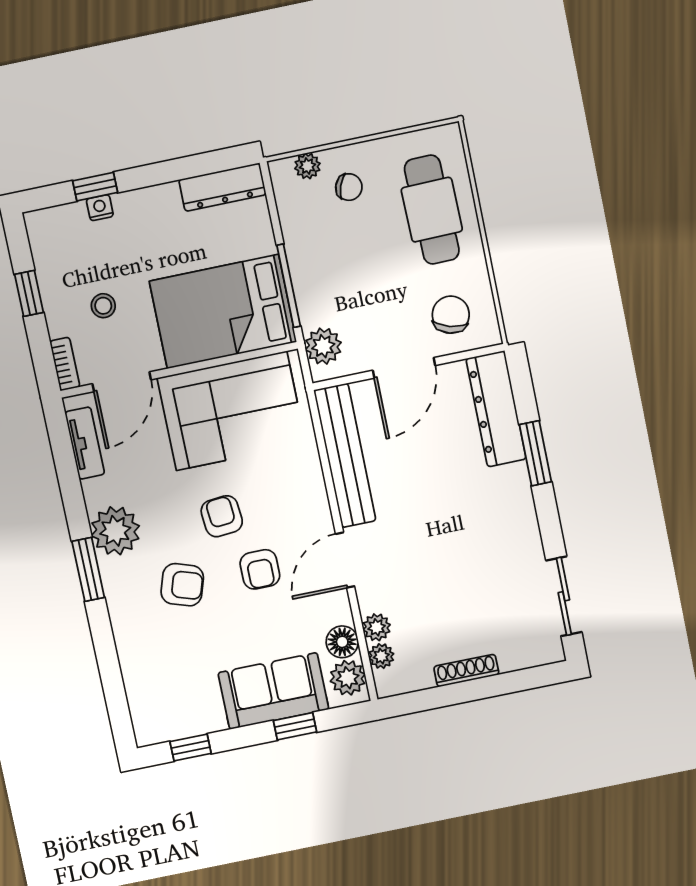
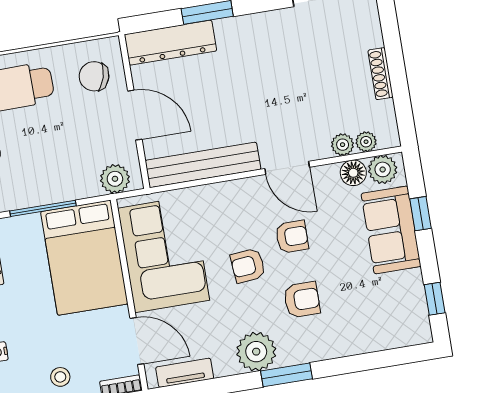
window: (289, 286) -> (43, 208), moved
stool: (103, 306) -> (60, 377), moved
armchair: (182, 585) -> (302, 300), turned 72

